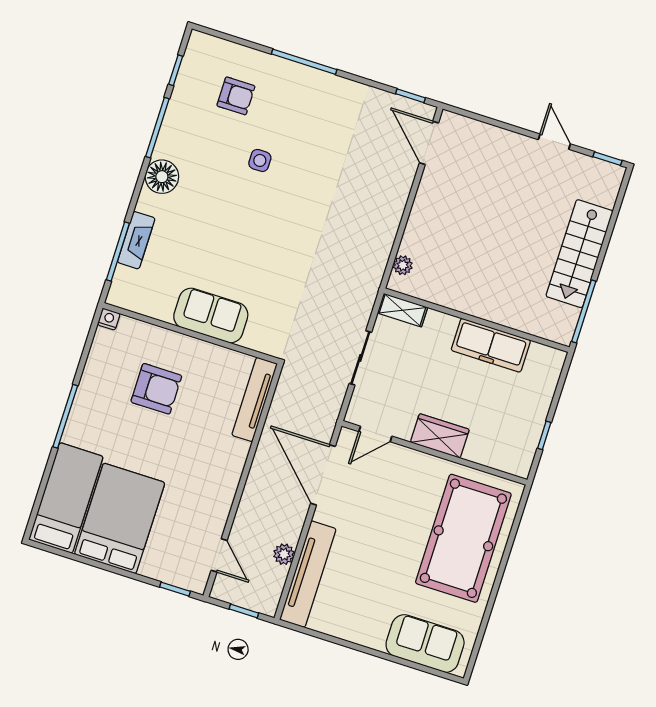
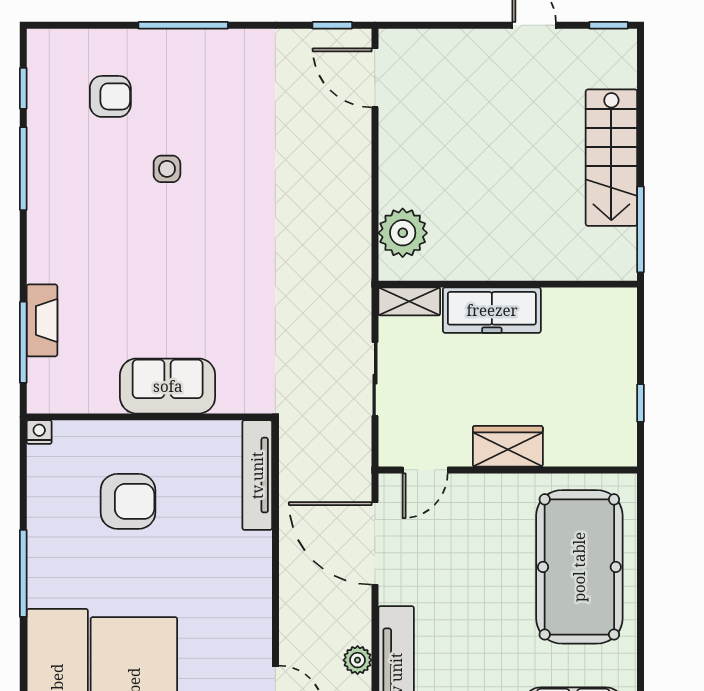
floor lamp: (162, 177) -> (49, 229), removed
plant: (403, 265) -> (403, 233), width x1.88, depth x1.88
freezer: (491, 345) -> (492, 310), moved

